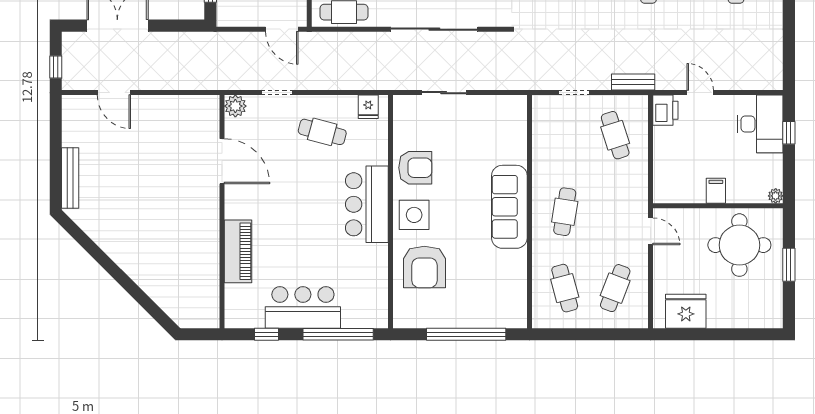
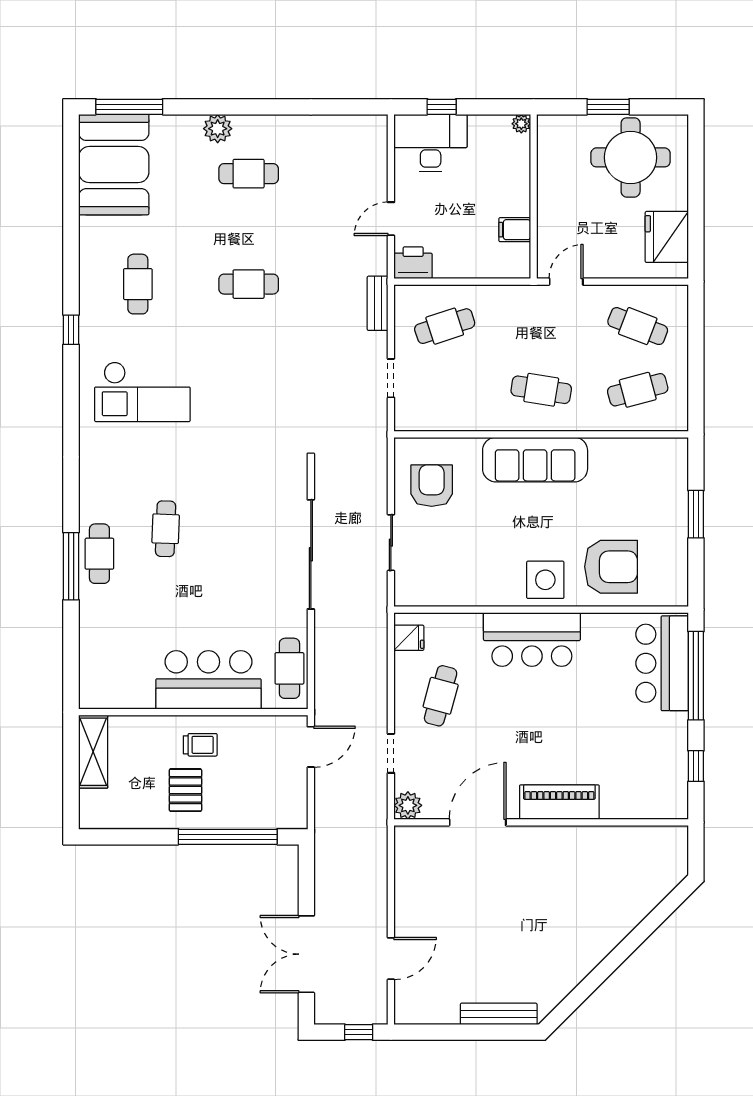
armchair: (415, 168) -> (432, 486), moved
filing cabinet: (716, 191) -> (515, 230), moved
round table: (739, 245) -> (631, 157), moved
piano: (238, 251) -> (559, 802), moved
bar counter: (303, 307) -> (662, 663), moved
window: (466, 334) -> (696, 514), width x0.47

